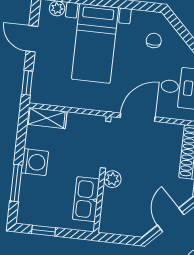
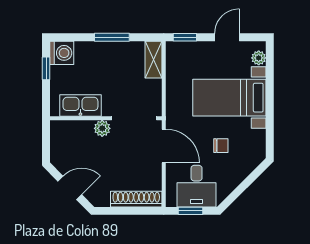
chair: (154, 40) -> (221, 146), moved
washing machine: (35, 162) -> (62, 53), moved, turned -90
window: (16, 183) -> (112, 37), moved

